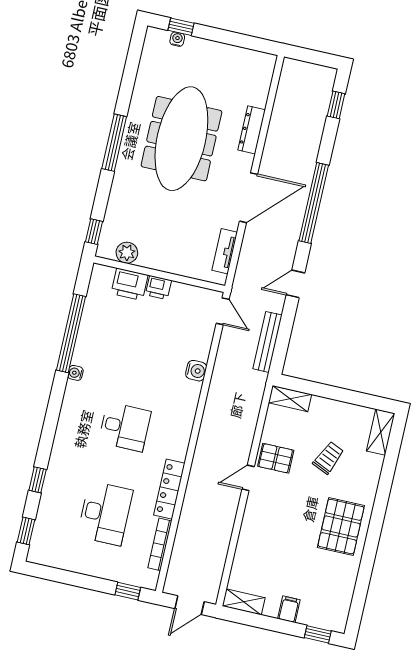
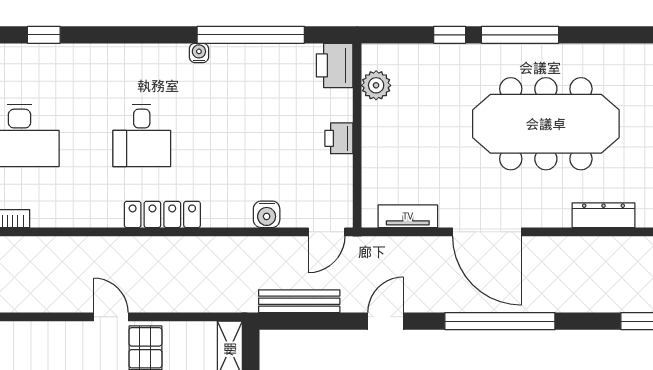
dresser: (252, 130) -> (603, 215), moved
window: (94, 232) -> (450, 35), moved
printer: (130, 284) -> (335, 65), moved
door: (295, 284) -> (386, 321), hinge flipped
water cooler: (196, 371) -> (267, 214), moved
locker: (169, 489) -> (162, 214), moved

